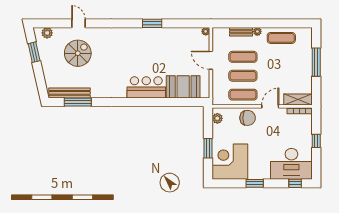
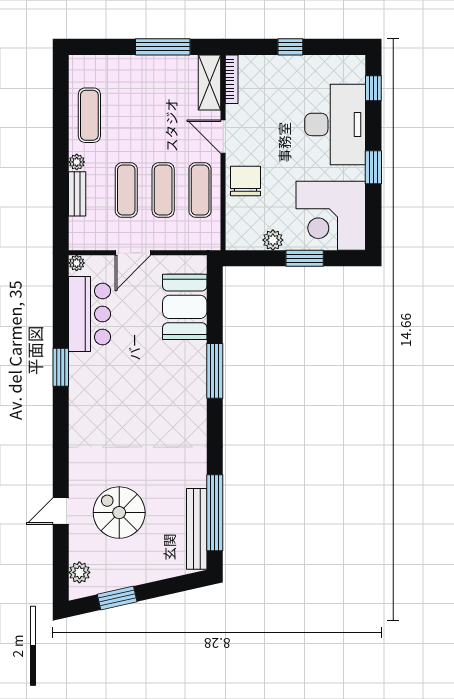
window: (316, 62) -> (163, 47), moved
bar counter: (146, 87) -> (90, 314), moved, turned 180
window: (78, 102) -> (215, 513), width x1.46
window: (150, 102) -> (215, 371), added
plant: (217, 118) -> (273, 240), moved
desk: (291, 164) -> (335, 124), moved

